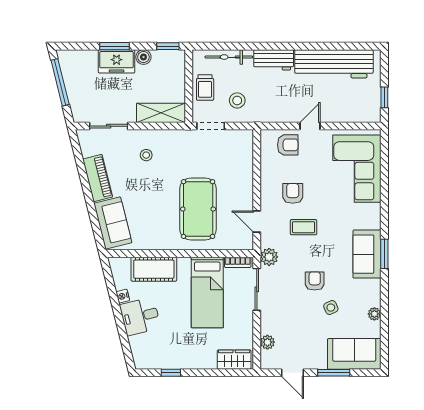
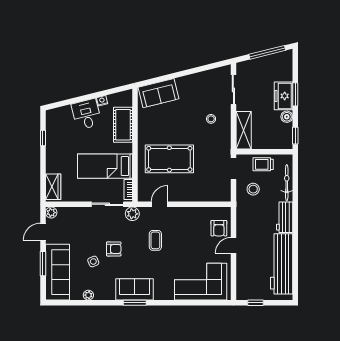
door: (310, 126) -> (233, 245), swing flipped
piano: (98, 178) -> (193, 81), removed
armchair: (293, 193) -> (181, 232), removed
plant: (267, 342) -> (51, 213), moved
sofa: (354, 354) -> (58, 272), width x1.36

